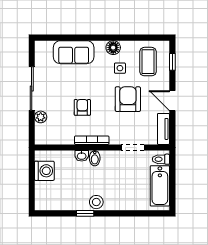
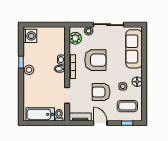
sofa: (74, 52) -> (134, 49), width x1.36
armchair: (128, 99) -> (101, 92), turned 180
door: (172, 101) -> (100, 123), hinge flipped
armchair: (82, 107) -> (95, 60), width x1.88, depth x1.88
plant: (51, 136) -> (75, 38), added
washing machine: (44, 171) -> (30, 36), moved, turned -90

